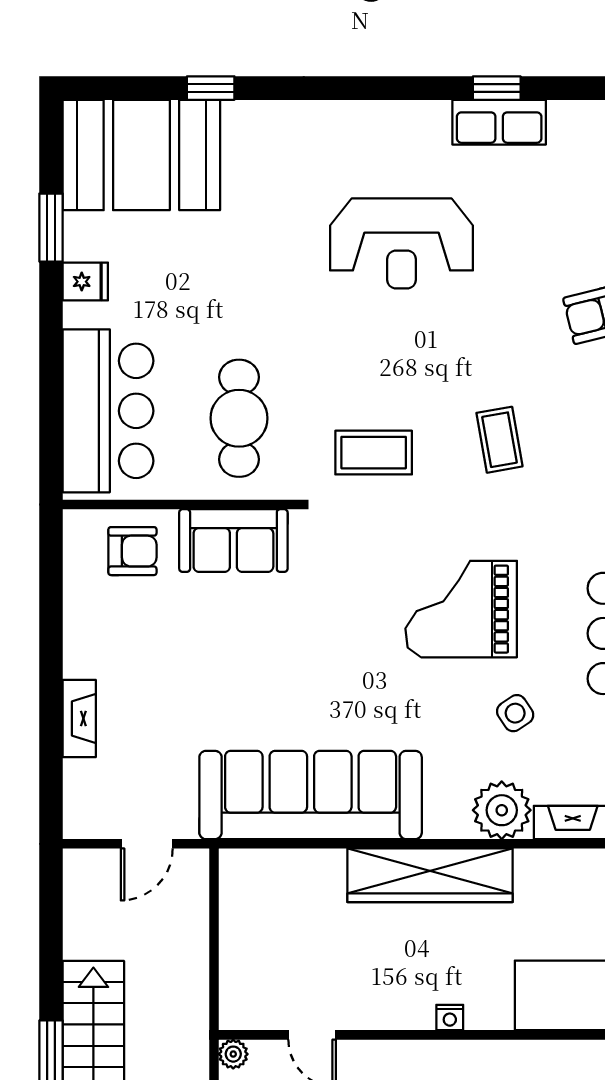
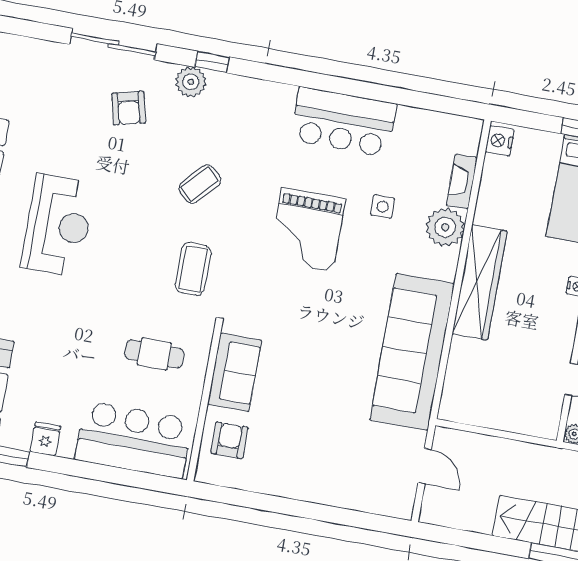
cafe table: (239, 418) -> (154, 354), width x0.73, depth x0.74
coffee table: (499, 440) -> (200, 184), turned -38
side table: (515, 713) -> (383, 207), turned 34
fireplace: (79, 719) -> (334, 496), removed

